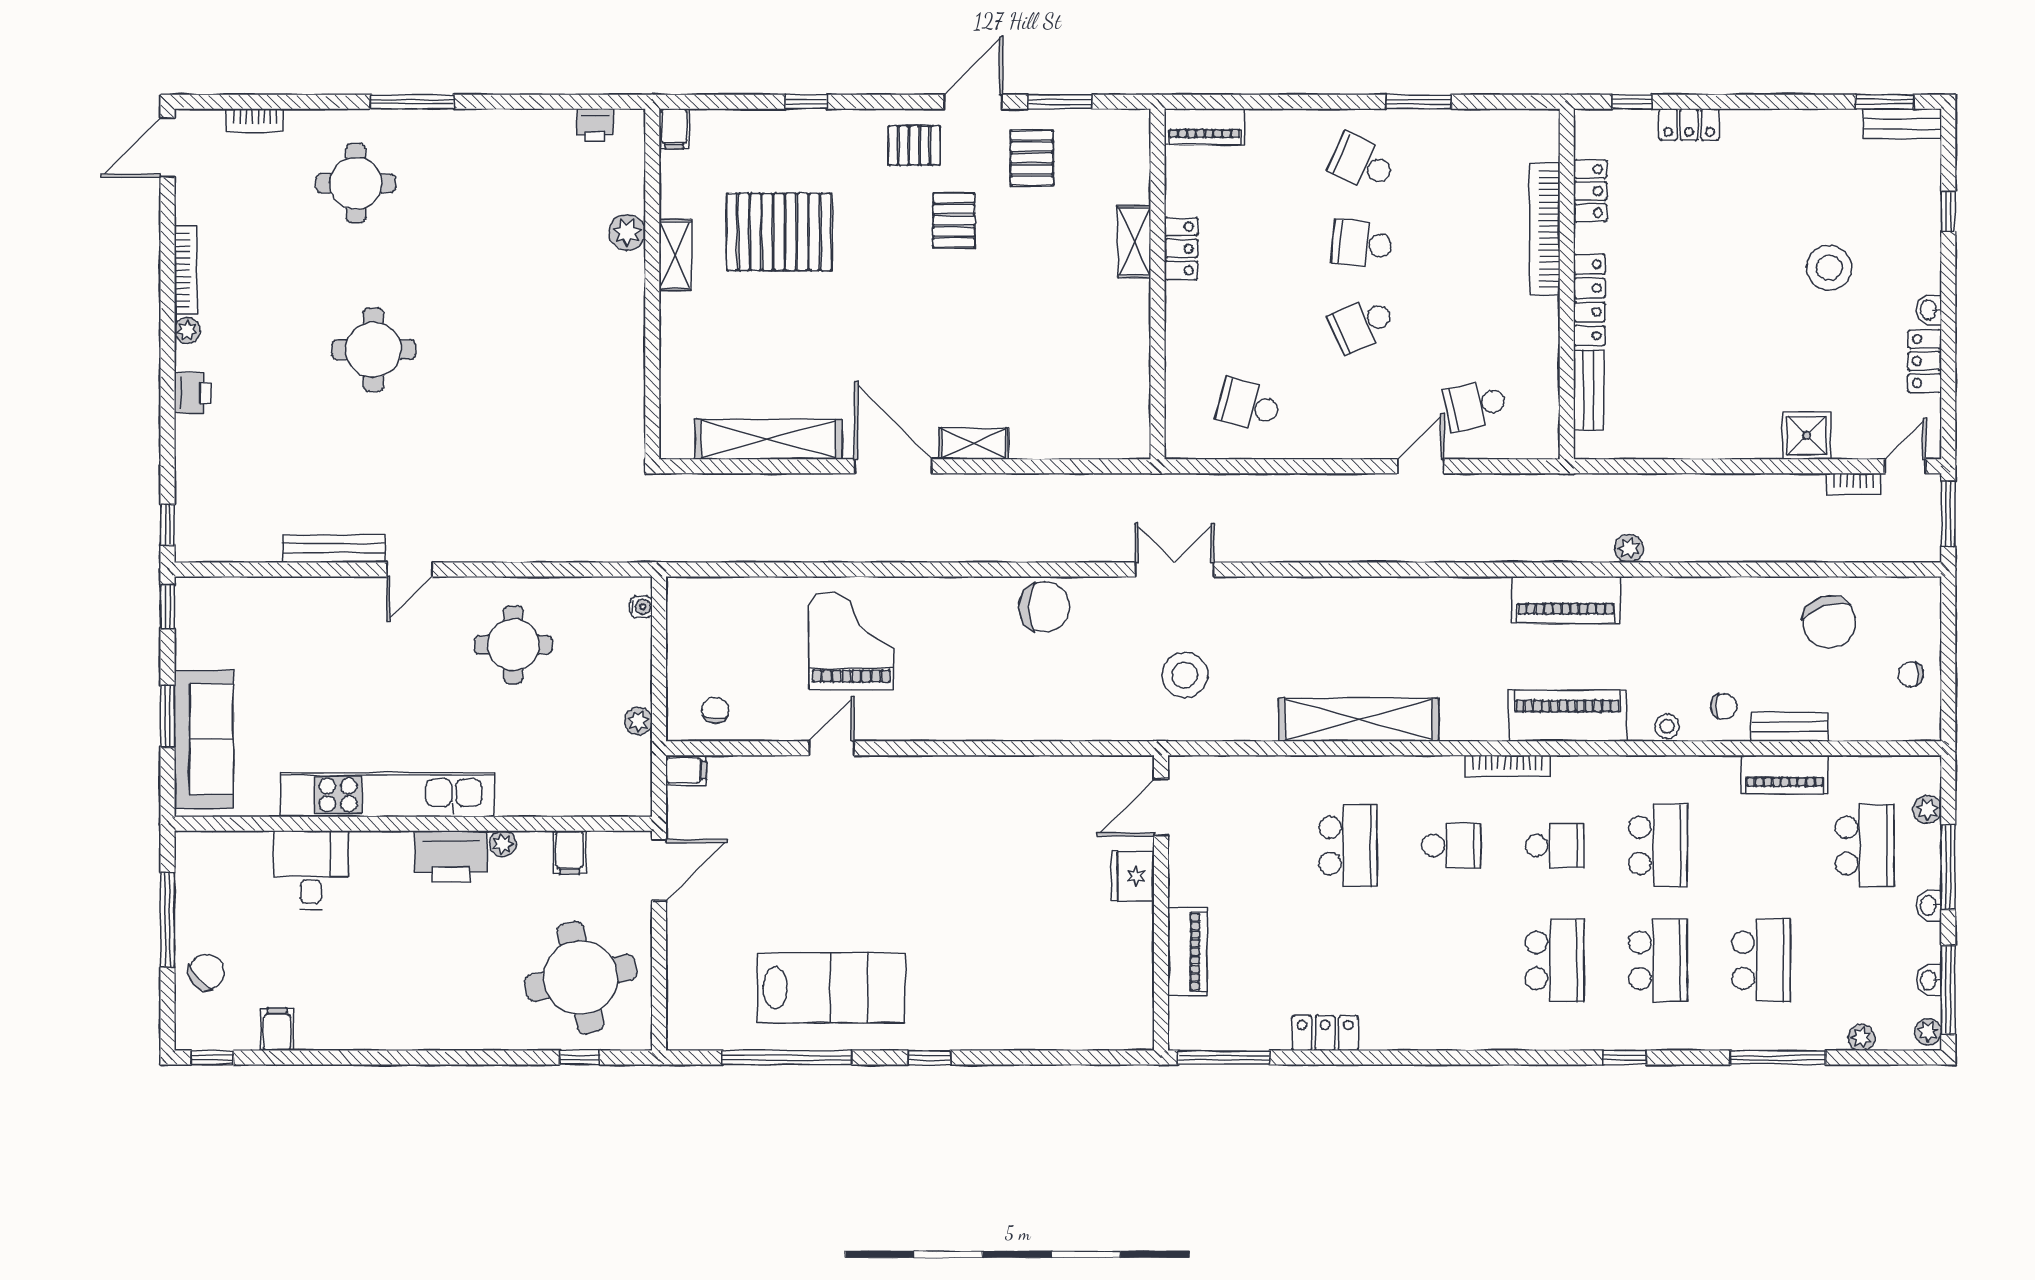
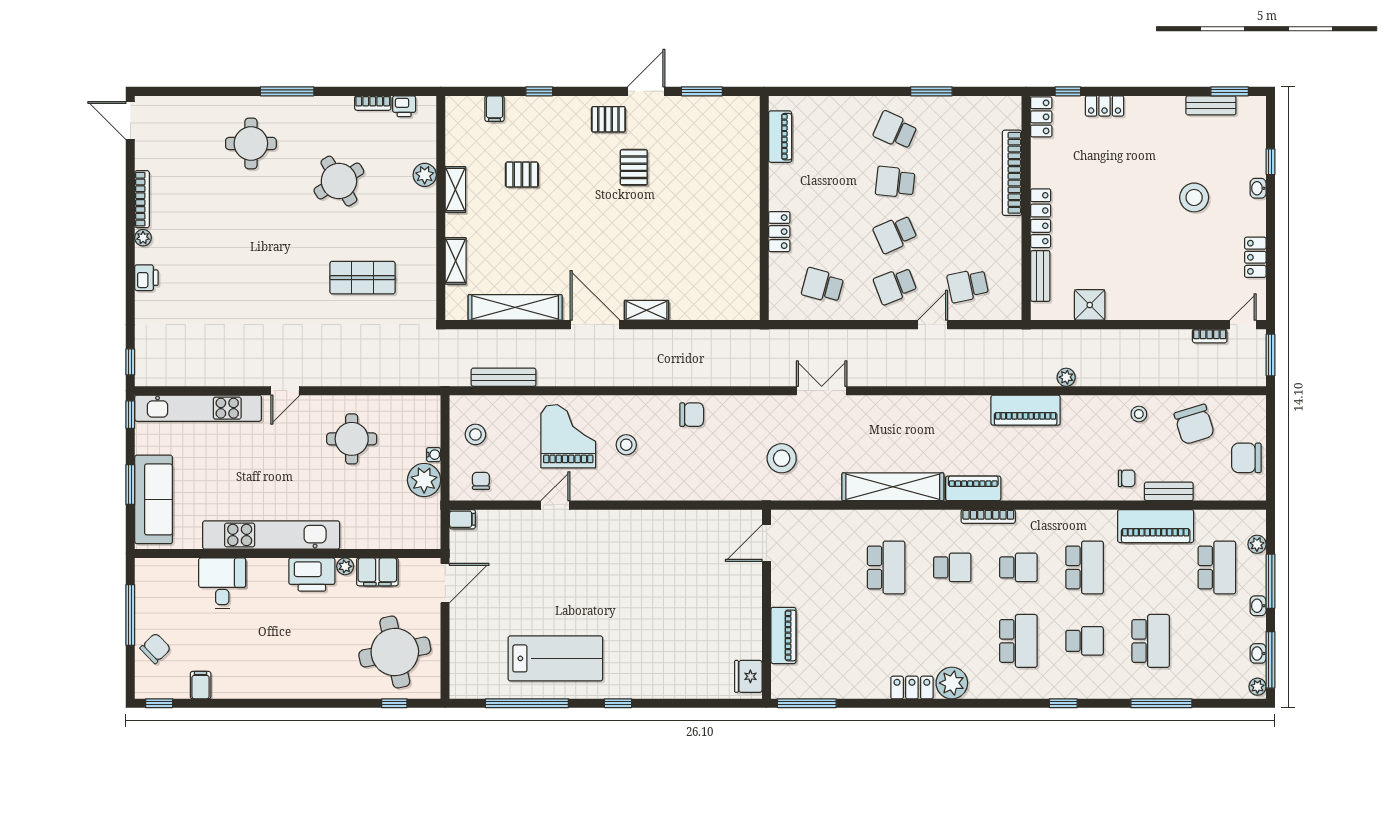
bookcase: (255, 120) -> (373, 103), moved
bench: (1902, 124) -> (1211, 105), moved
piano: (1205, 127) -> (780, 137), moved, turned -90
filing cabinet: (674, 129) -> (495, 109), moved
door: (167, 147) -> (130, 121), hinge flipped
pallet: (1032, 158) -> (684, 127), removed
locker: (1590, 191) -> (1041, 117), moved
pallet: (779, 232) -> (522, 175), width x0.49, depth x0.50
shelving: (1134, 242) -> (456, 261), moved
locker: (1181, 248) -> (779, 232), moved
washbasin: (1929, 310) -> (1258, 188), moved
round table: (373, 350) -> (339, 181), moved, turned -31
shop shelf: (530, 393) -> (362, 278), added
school desk: (1362, 405) -> (895, 286), added
shower: (1807, 436) -> (1090, 305), moved
bench: (334, 548) -> (504, 377), moved
double door: (1174, 569) -> (822, 391), moved
kitchen unit: (273, 597) -> (198, 408), added
water cooler: (641, 607) -> (434, 455), moved
chair: (1044, 607) -> (692, 415), width x0.73, depth x0.73
stool: (706, 638) -> (475, 434), added
stool: (942, 654) -> (626, 445), added
chair: (1911, 674) -> (1246, 458), width x1.87, depth x1.87
piano: (1567, 716) -> (973, 488), moved, width x0.73, depth x0.75
plant: (638, 721) -> (424, 480), width x1.87, depth x1.87
stool: (1667, 726) -> (1139, 414), moved
piano: (1785, 775) -> (1156, 526), width x1.37, depth x1.33
filing cabinet: (570, 852) -> (377, 572), width x2.00
fridge: (1133, 876) -> (748, 676), moved
school desk: (1658, 960) -> (1085, 641), width x0.54
locker: (1325, 1033) -> (912, 688), moved
plant: (1861, 1038) -> (952, 683), moved, width x1.88, depth x1.88

